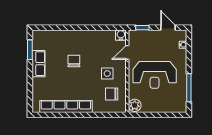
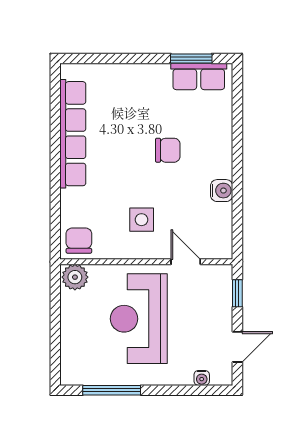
water cooler: (121, 35) -> (222, 191), moved
row of seats: (39, 64) -> (199, 76), moved
chair: (112, 94) -> (79, 241), moved

